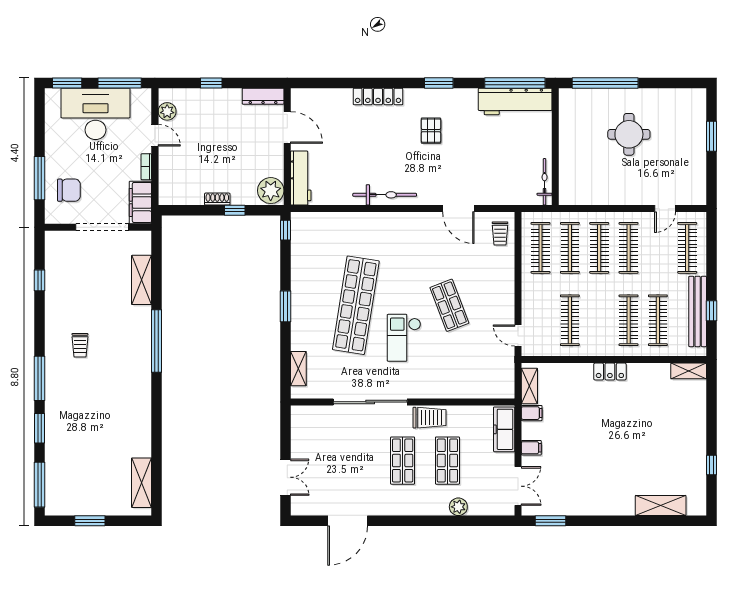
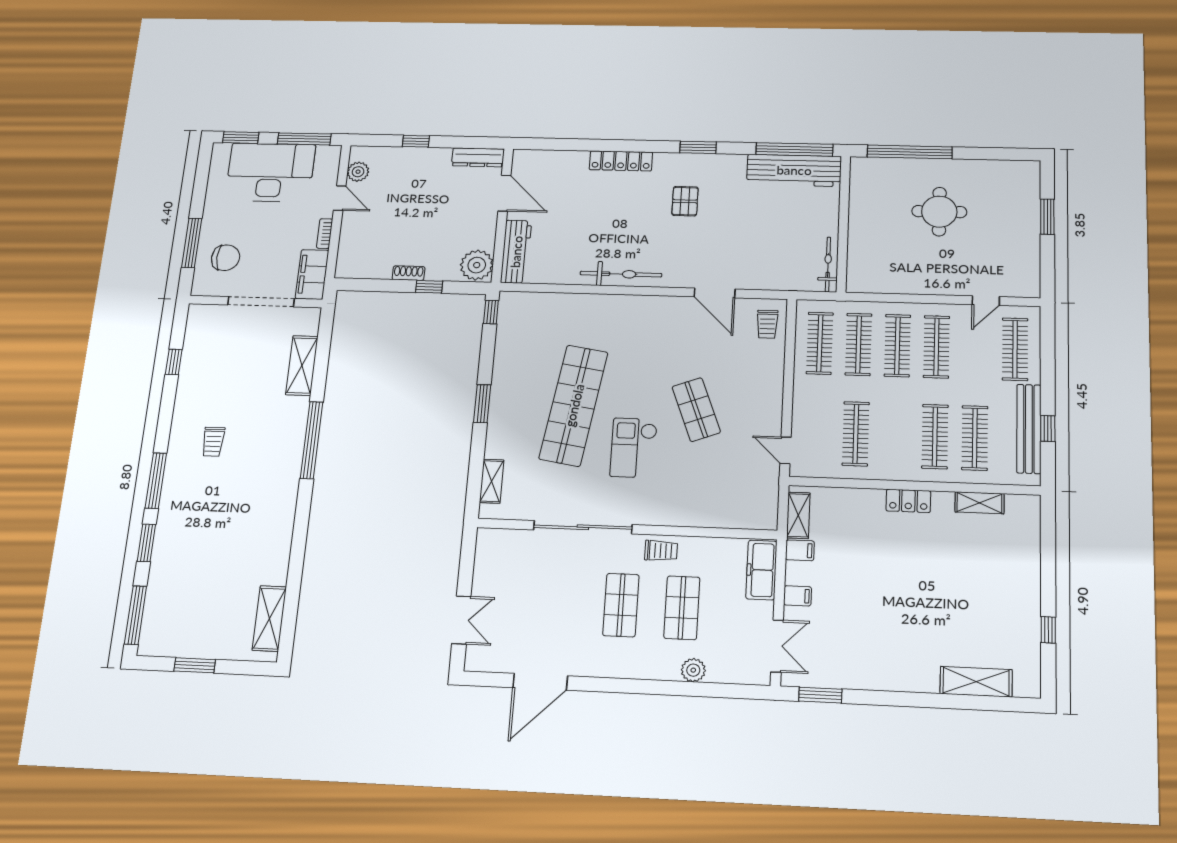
shelving: (689, 371) -> (979, 503), moved
trolley: (430, 418) -> (661, 551), width x0.73, depth x0.72

